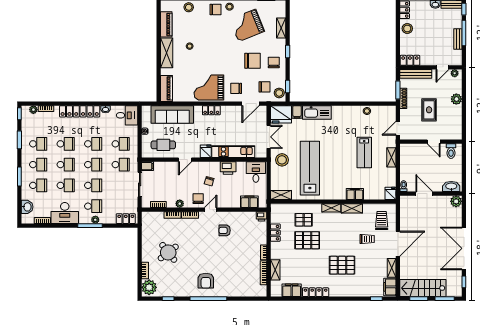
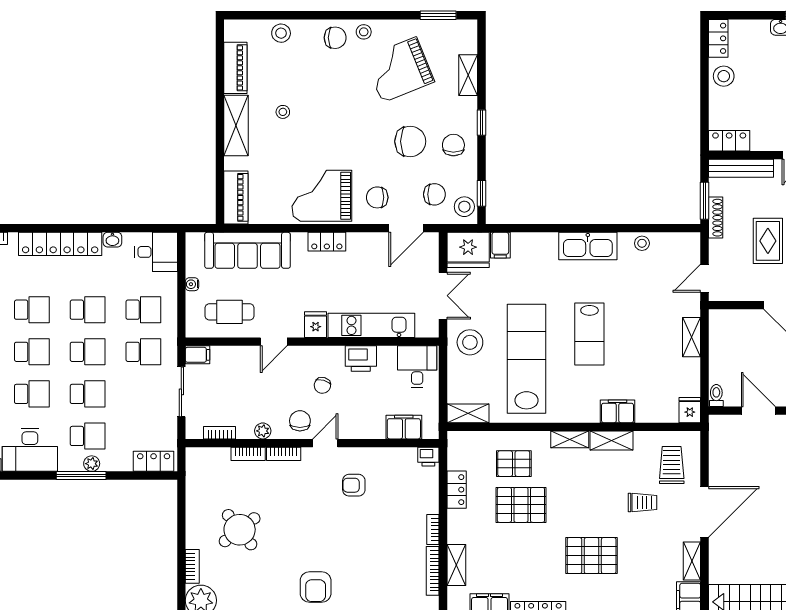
kitchen sink: (317, 112) -> (588, 246), moved
lab bench: (364, 152) -> (589, 334), moved

